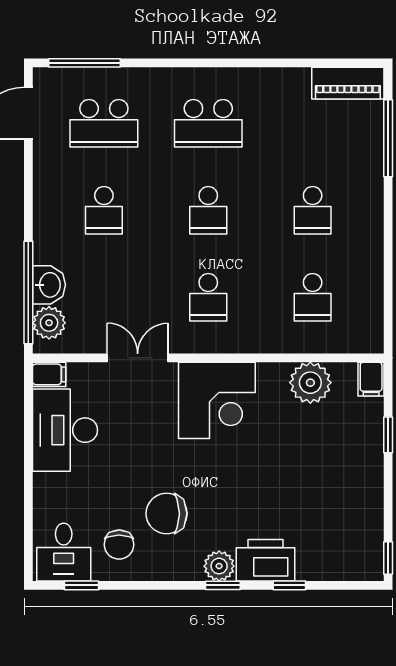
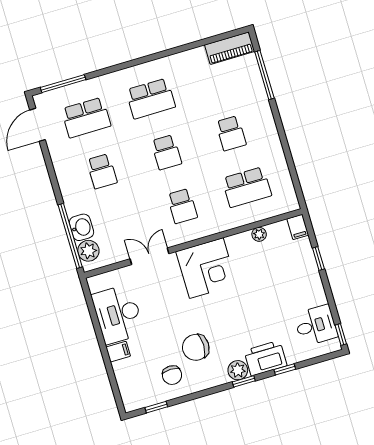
school desk: (313, 297) -> (247, 187), width x1.85
filing cabinet: (49, 374) -> (118, 352), moved
plant: (310, 383) -> (259, 234), width x0.53, depth x0.53
desk: (64, 552) -> (316, 325), moved, turned -90

